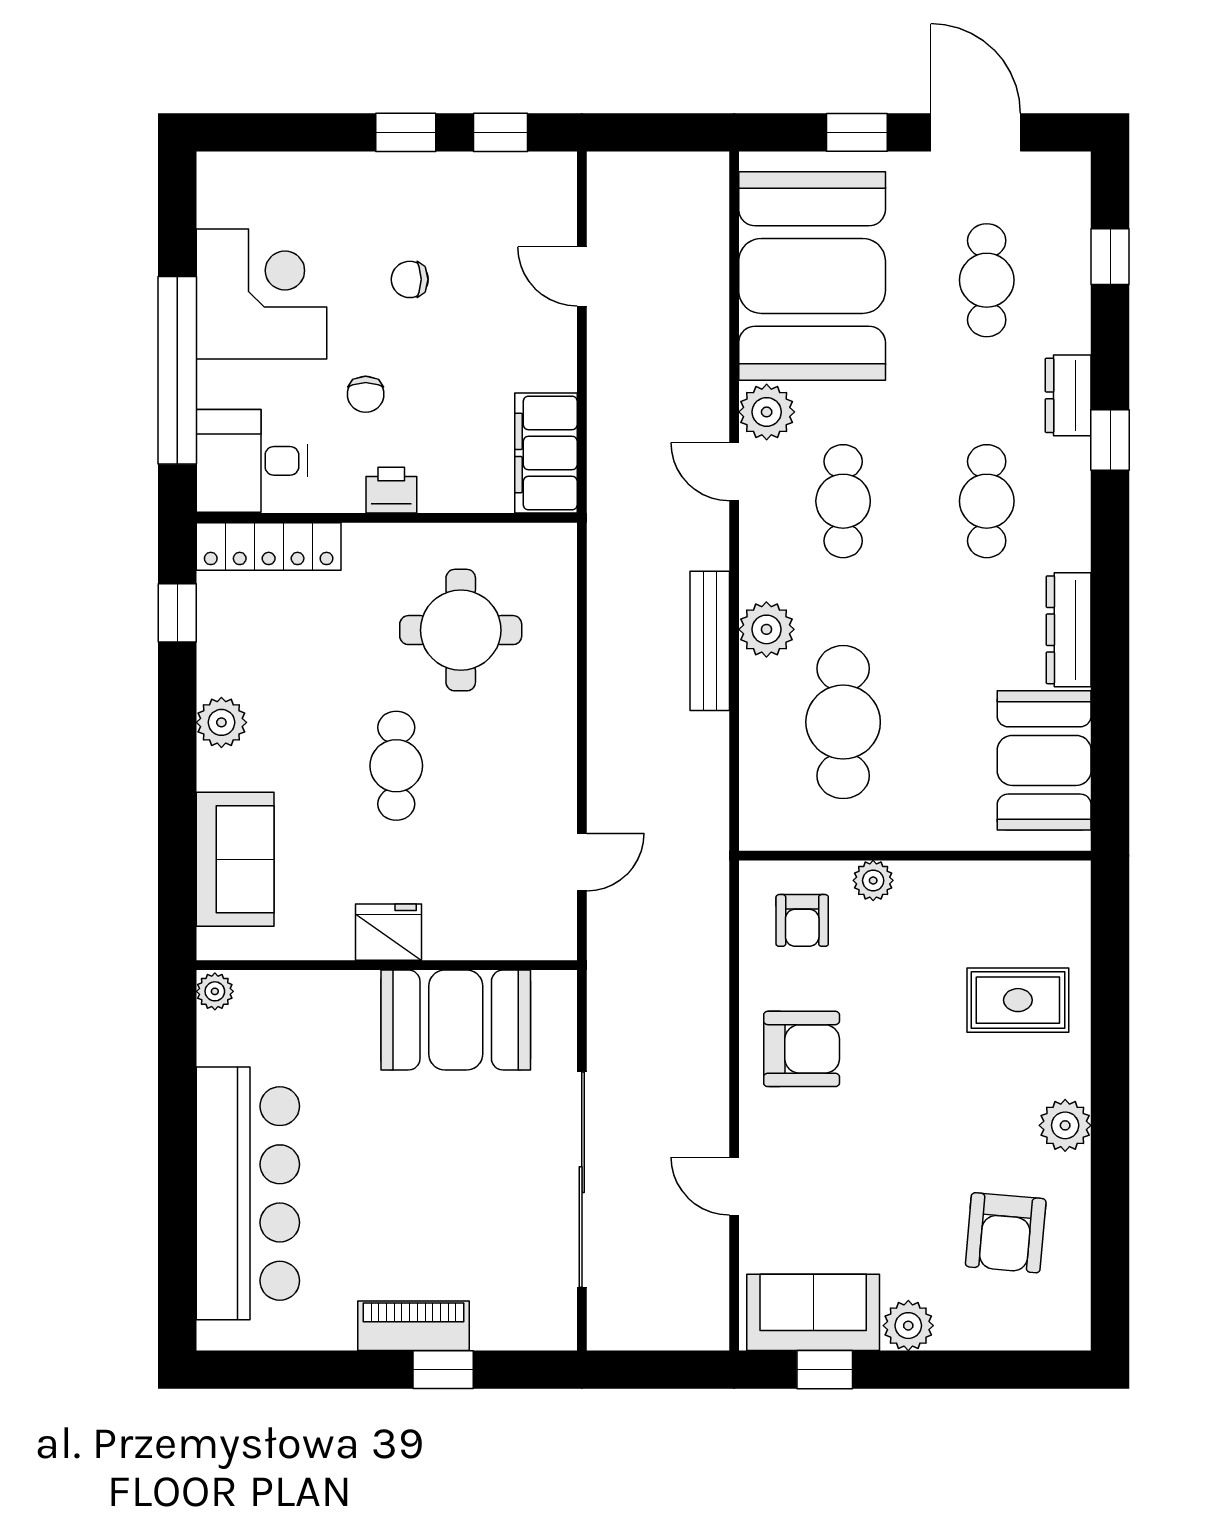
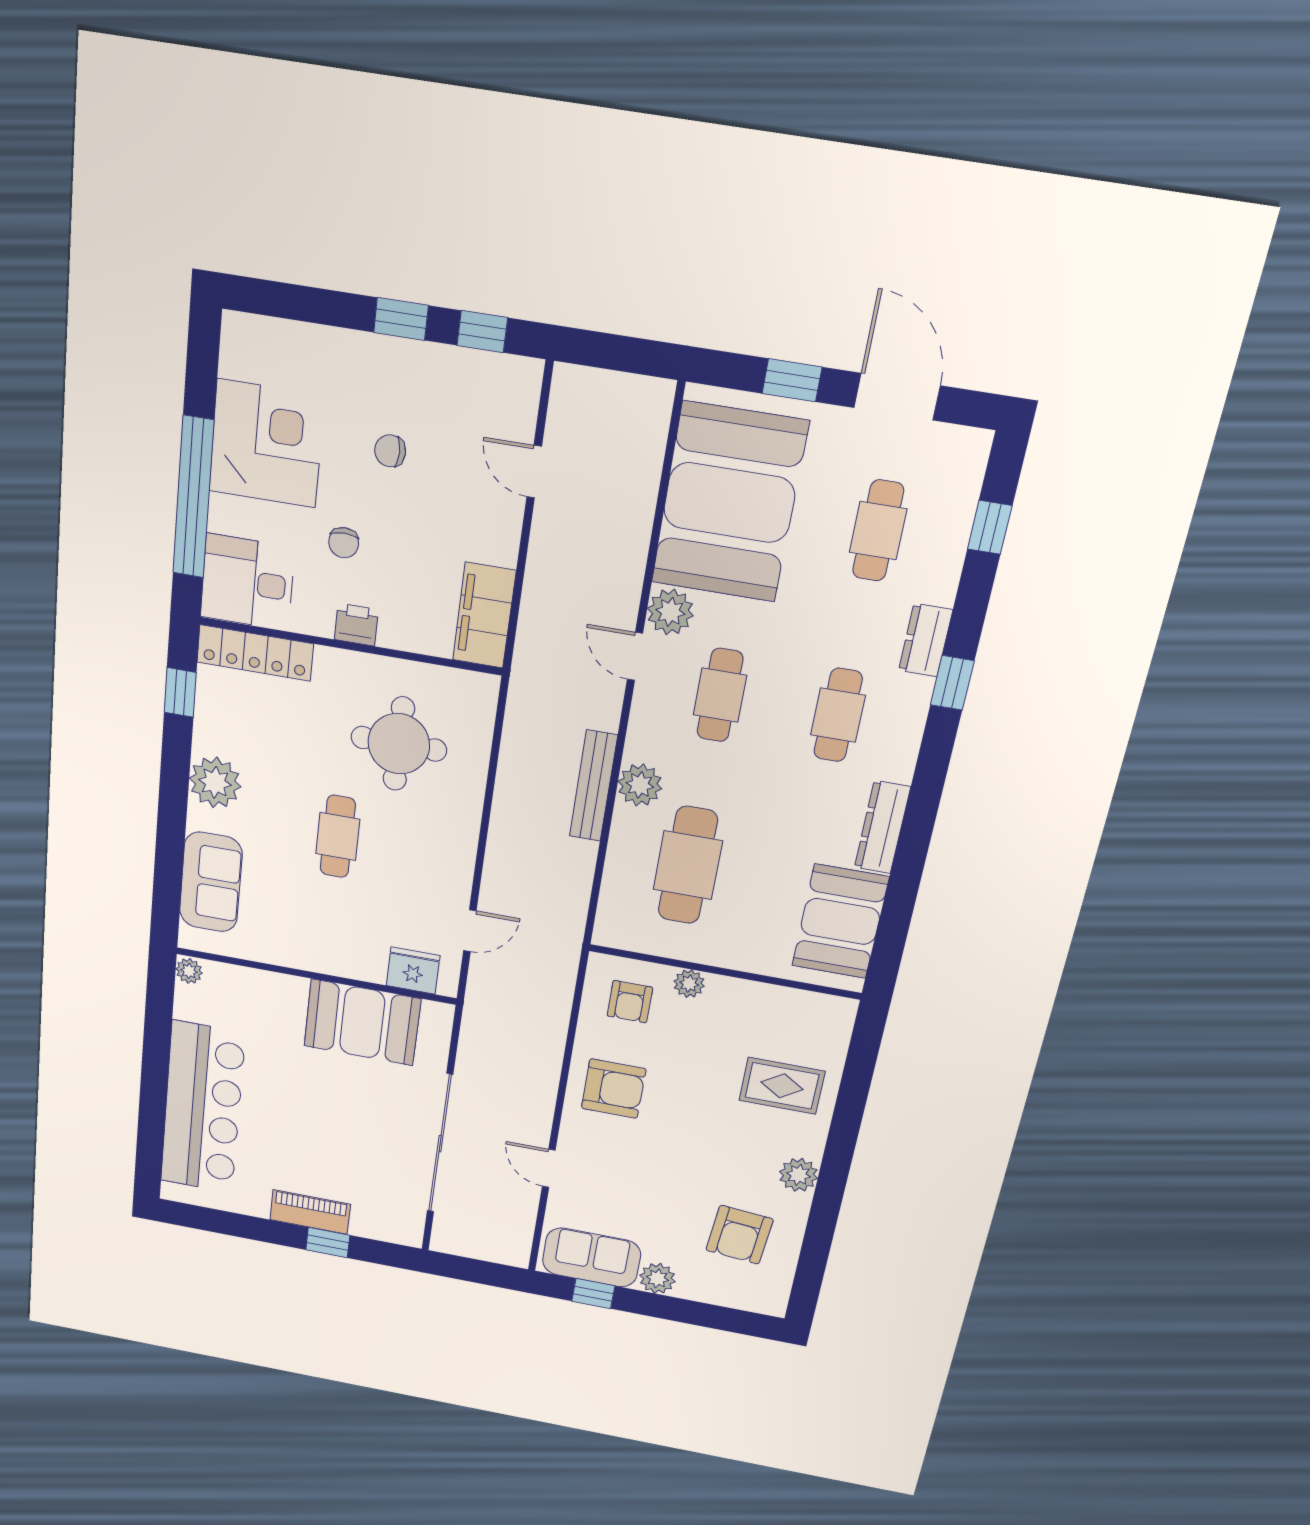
plant: (221, 722) -> (215, 782), width x1.36, depth x1.36
fridge: (389, 932) -> (413, 971), moved

